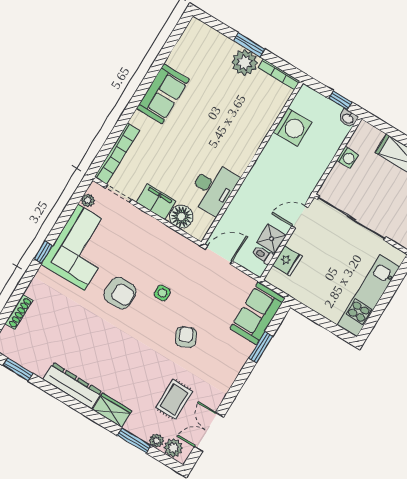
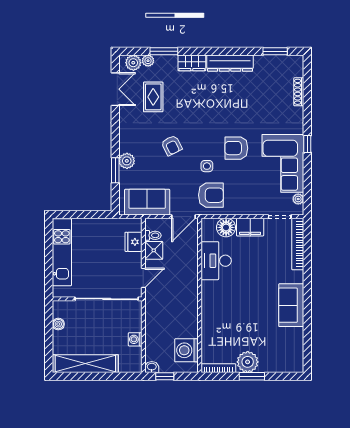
washing machine: (293, 127) -> (187, 350), moved
armchair: (177, 260) -> (211, 195), added
sofa: (257, 313) -> (147, 202), moved, turned -90
plant: (243, 350) -> (127, 161), added

